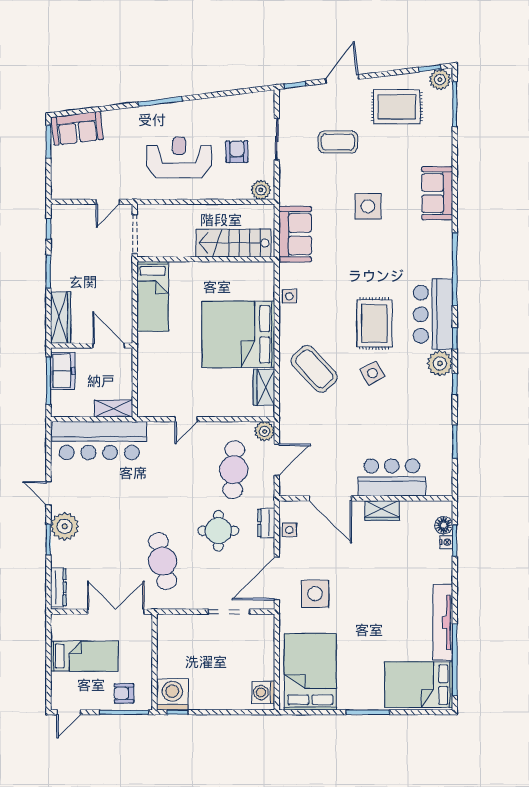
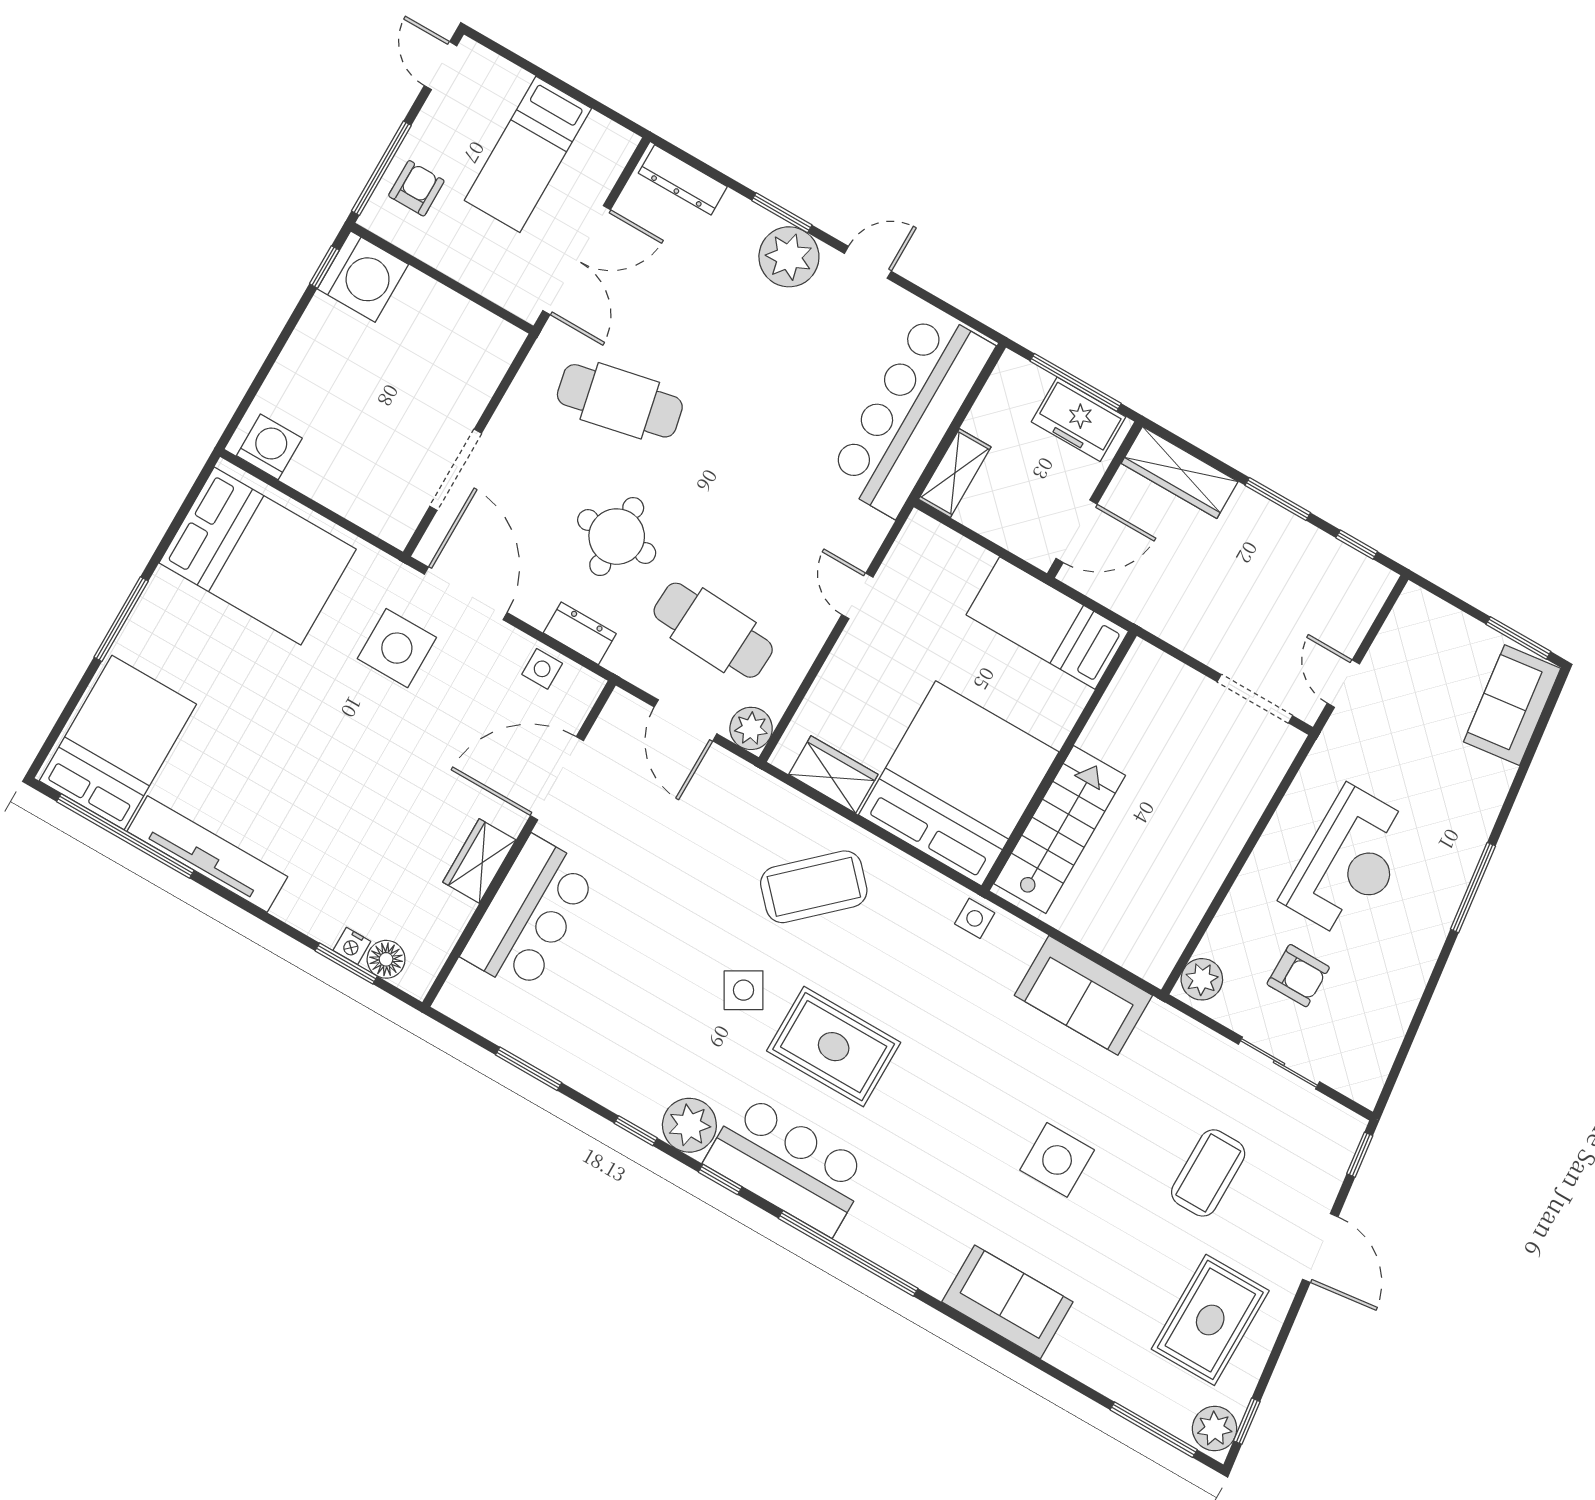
stairs: (233, 243) -> (1060, 830), moved
wall: (206, 259) -> (1059, 761), moved
bed: (153, 296) -> (1047, 623), moved

